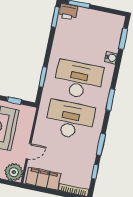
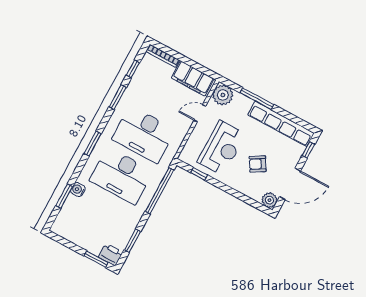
window: (56, 17) -> (132, 241), moved
window: (123, 39) -> (64, 196), moved
window: (43, 77) -> (160, 191), width x2.11

